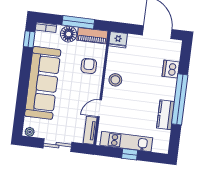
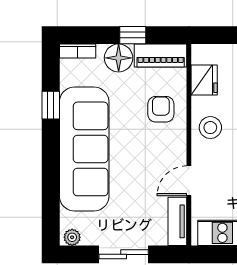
window: (78, 22) -> (133, 35), width x0.46
window: (29, 39) -> (51, 105), moved
fridge: (118, 40) -> (204, 80), moved, turned -90

